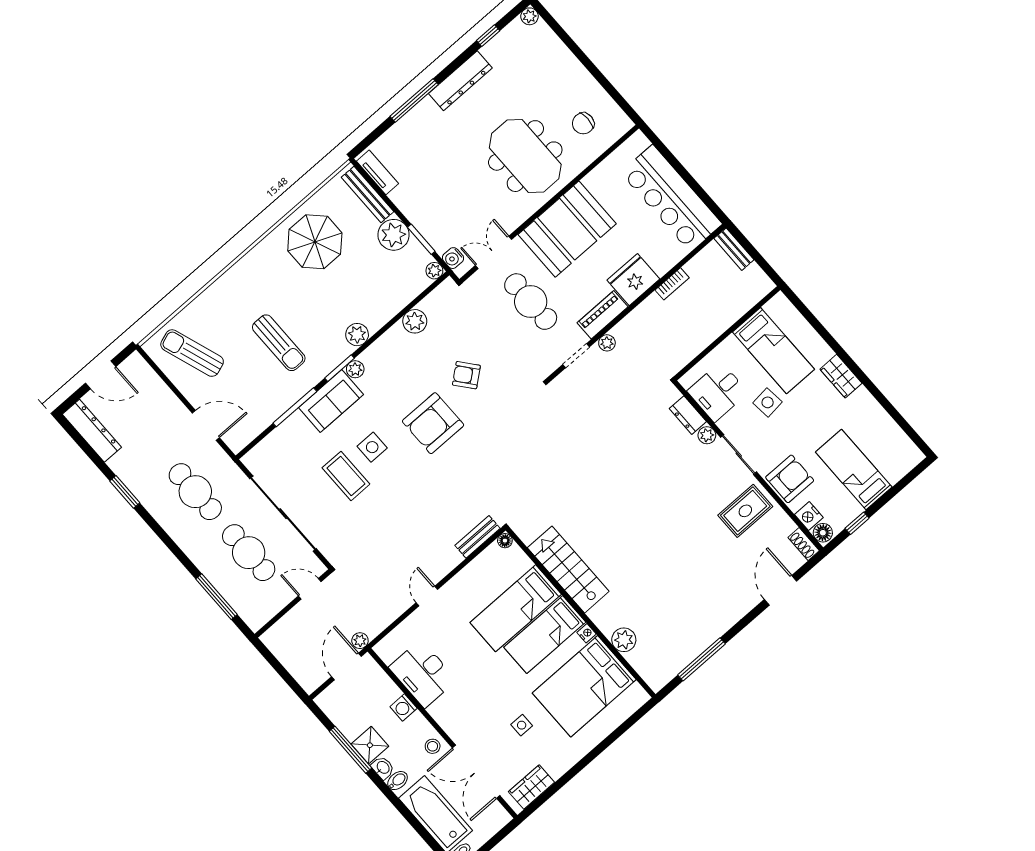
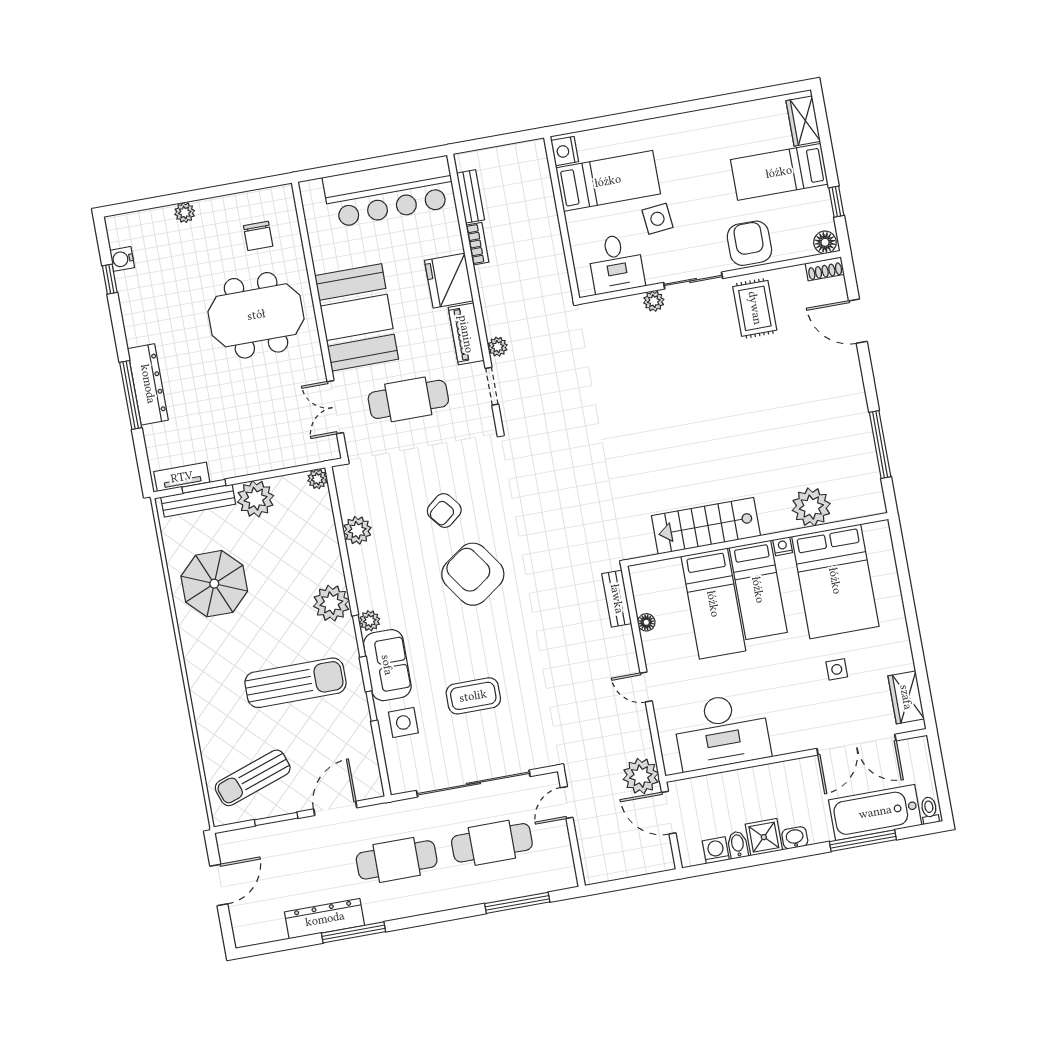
plant: (530, 16) -> (185, 213), moved
dresser: (460, 81) -> (148, 384), moved
window: (421, 239) -> (204, 486), moved
bench: (734, 249) -> (471, 196), moved, turned 90
water cooler: (453, 258) -> (122, 259), moved, turned 90
plant: (357, 335) -> (331, 603), width x1.36, depth x1.36
sun lounger: (279, 343) -> (296, 683), width x1.36, depth x1.34
wardrobe: (841, 376) -> (803, 121), moved, turned 90
window: (173, 388) -> (276, 819), added
window: (295, 407) -> (371, 706), width x0.46
dresser: (688, 415) -> (621, 308), removed
armchair: (433, 423) -> (473, 574), turned 145
dresser: (92, 431) -> (325, 919), moved
side table: (372, 447) -> (403, 722), moved
window: (125, 492) -> (353, 932), width x1.44
nightstand: (809, 516) -> (565, 151), moved, turned 90
floor lamp: (505, 541) -> (646, 622), moved
plant: (624, 640) -> (811, 507), width x1.36, depth x1.36
plant: (360, 641) -> (641, 776), width x1.88, depth x1.88
desk: (423, 674) -> (722, 731), width x1.36, depth x1.30
washing machine: (404, 707) -> (716, 850), moved, turned 180
stool: (433, 746) -> (804, 774), removed
window: (350, 750) -> (863, 841), moved
bidet: (398, 781) -> (738, 845), moved

